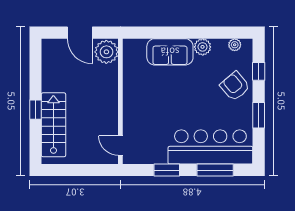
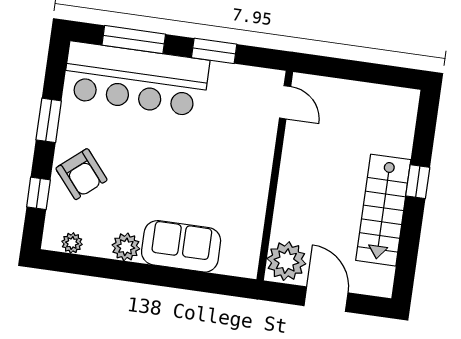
stairs: (53, 125) -> (383, 210), moved

